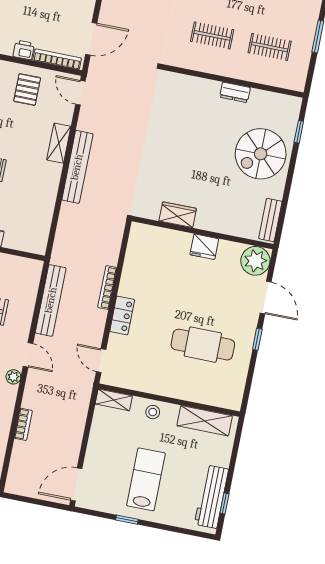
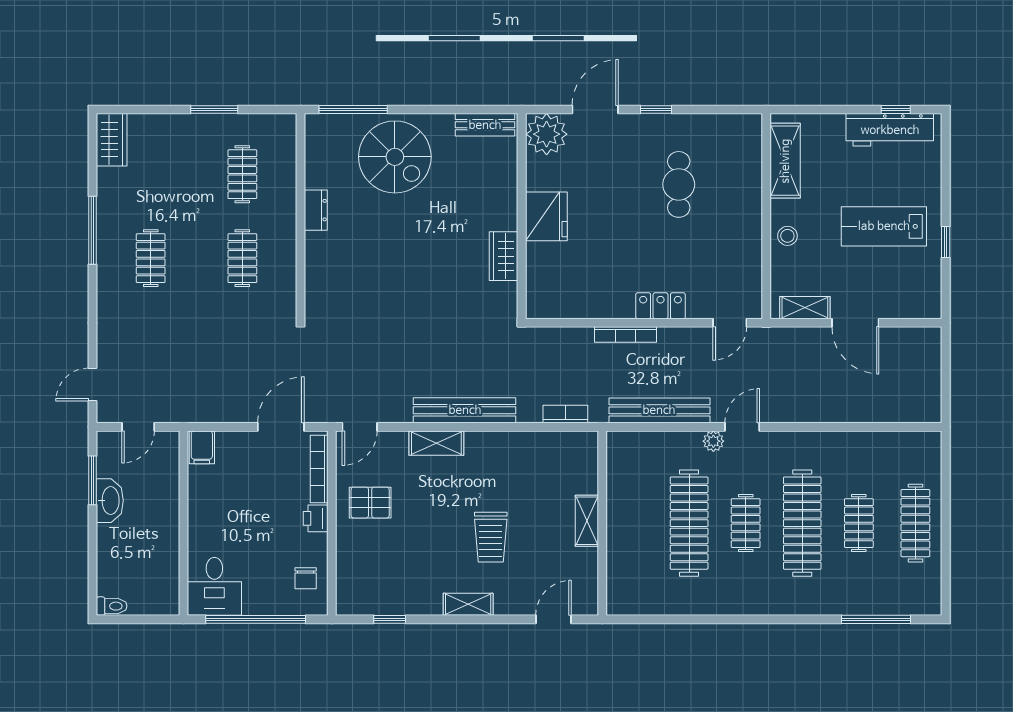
door: (91, 39) -> (281, 427), hinge flipped
window: (299, 132) -> (353, 110), width x2.17
fridge: (204, 247) -> (546, 216), width x1.36, depth x1.34
cafe table: (203, 345) -> (679, 184), width x0.73, depth x0.74
plant: (13, 377) -> (713, 441), moved
shelving: (114, 400) -> (805, 308), moved, turned 90
bookcase: (23, 424) -> (565, 414), moved
door: (76, 484) -> (855, 323), moved

